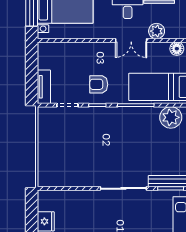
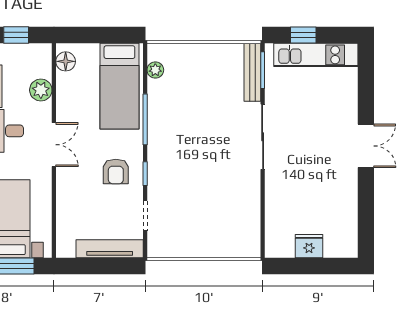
double door: (131, 40) -> (54, 145), moved
tv unit: (44, 87) -> (110, 249), width x1.41
plant: (171, 117) -> (155, 70), width x0.53, depth x0.53

